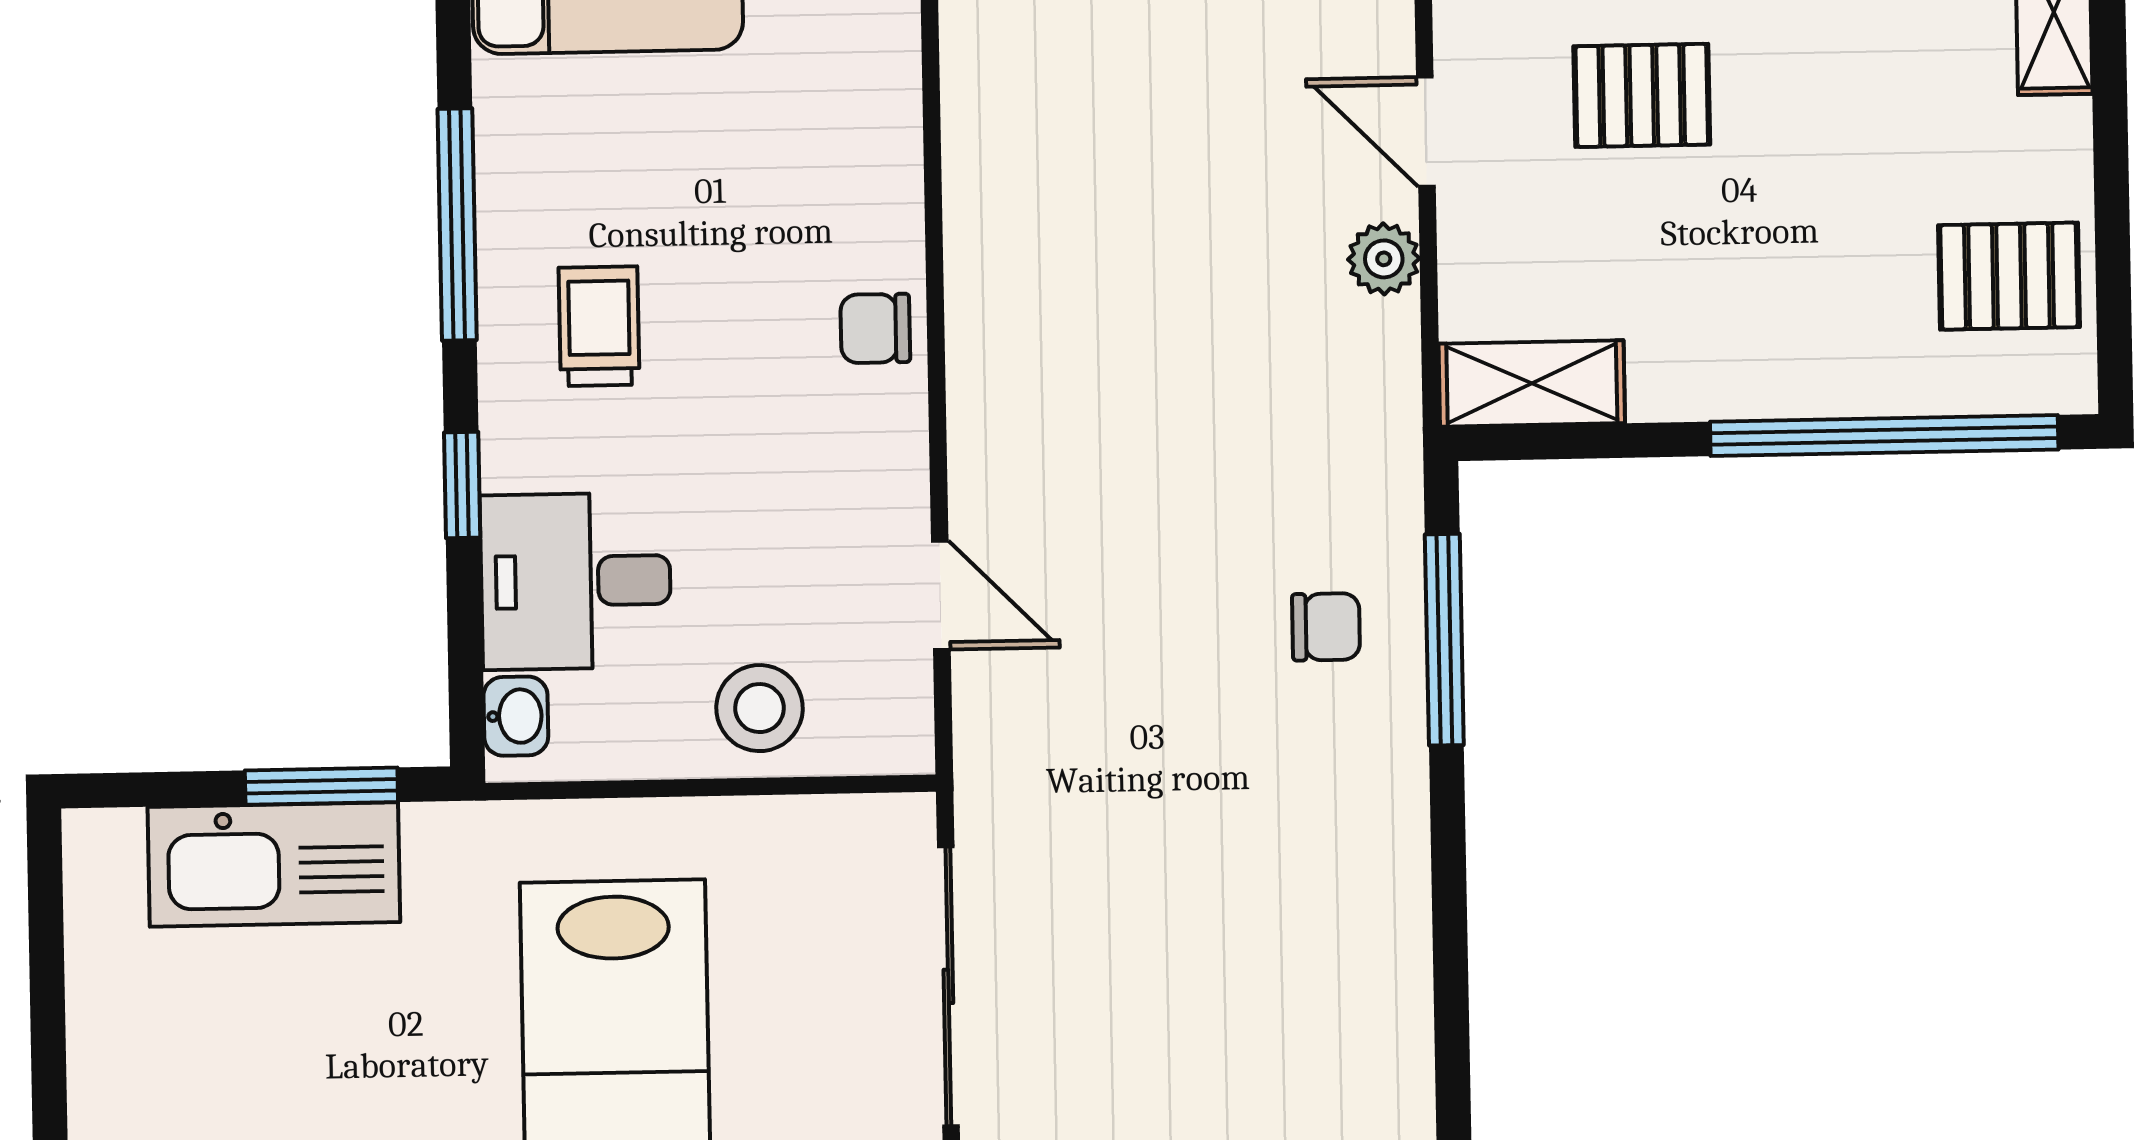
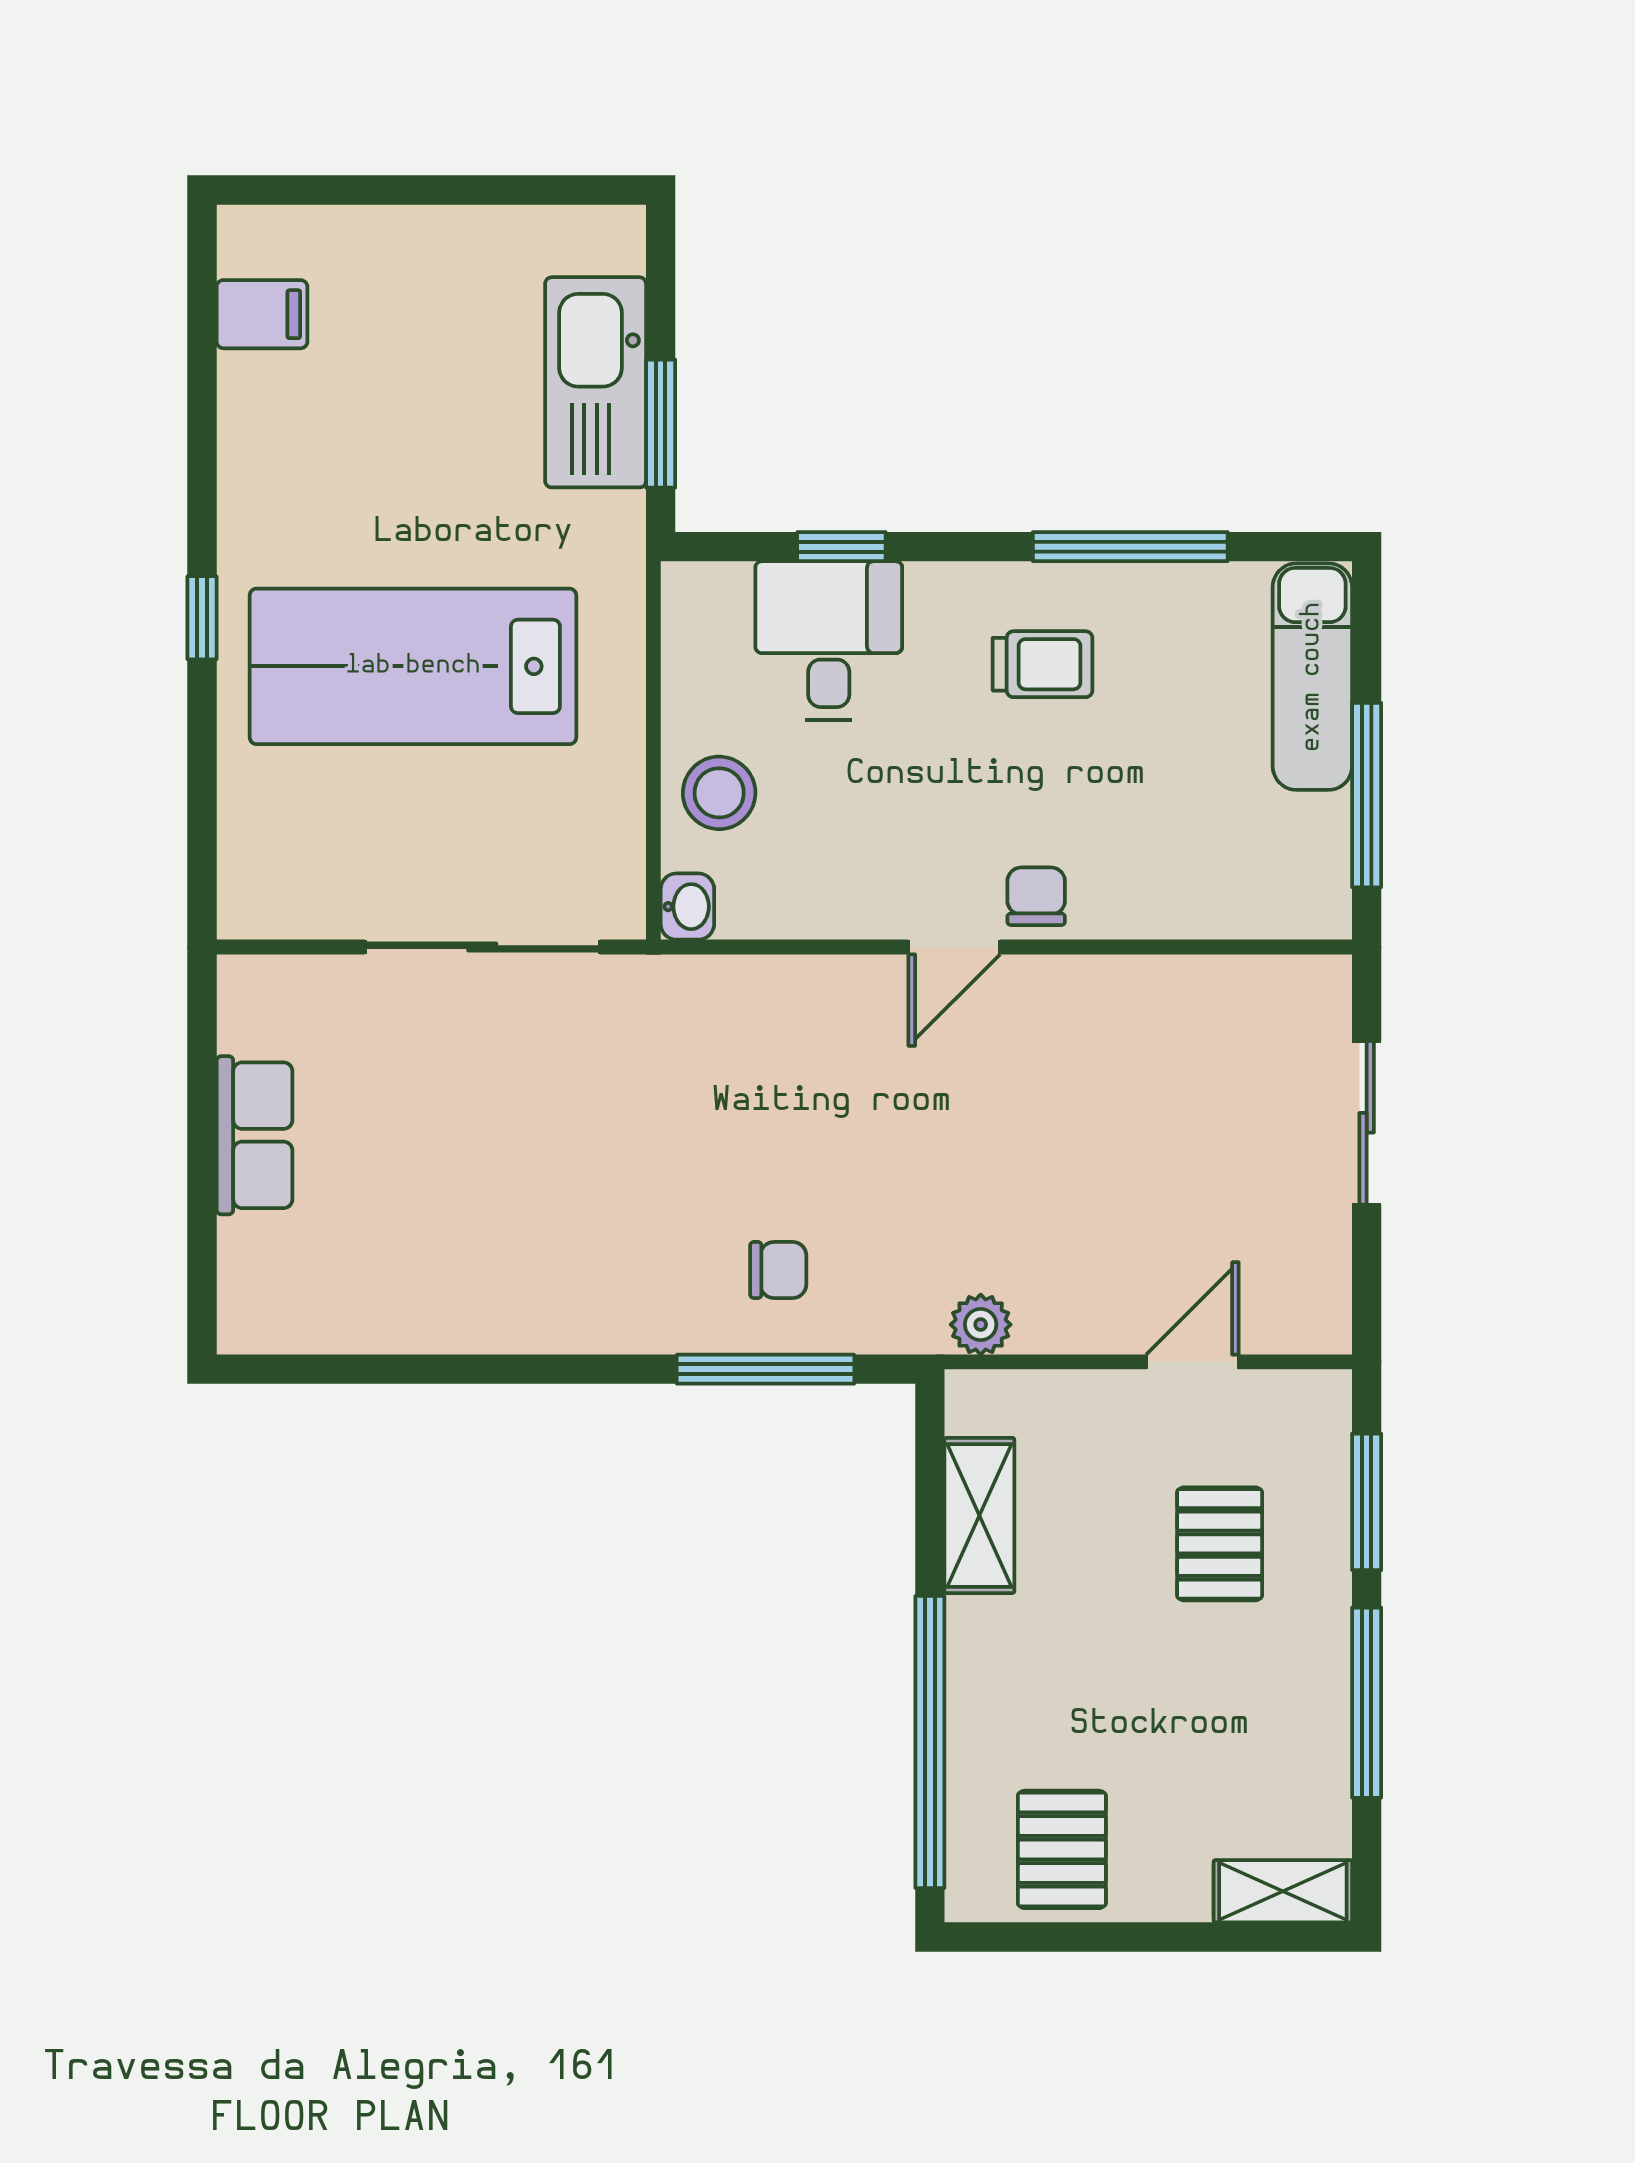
plant: (1384, 259) -> (981, 1325), moved
shelving: (1532, 383) -> (979, 1515), moved
window: (462, 485) -> (841, 547), moved
door: (941, 595) -> (954, 947), moved
chair: (1326, 627) -> (778, 1270), turned -90
washbasin: (516, 716) -> (687, 907), moved, turned -90

